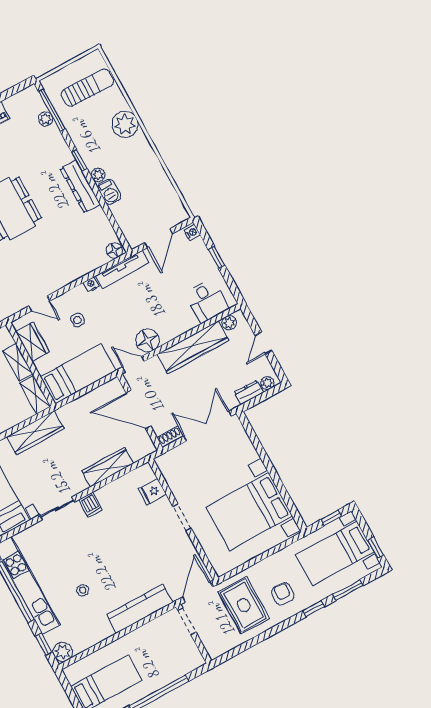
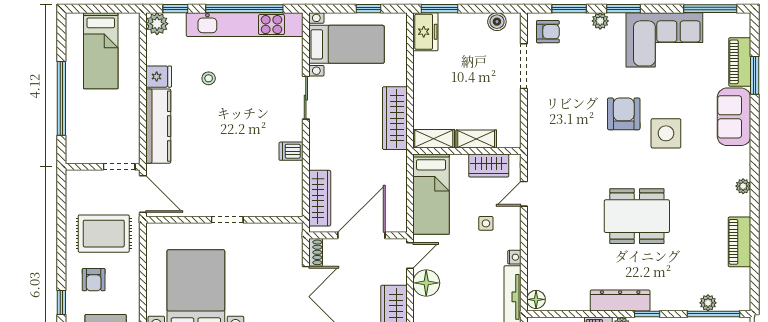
wardrobe: (108, 467) -> (320, 198), moved
fridge: (153, 492) -> (159, 77), moved, turned 90
dishwasher: (90, 505) -> (291, 151), moved
armchair: (283, 594) -> (94, 280), turned 85

